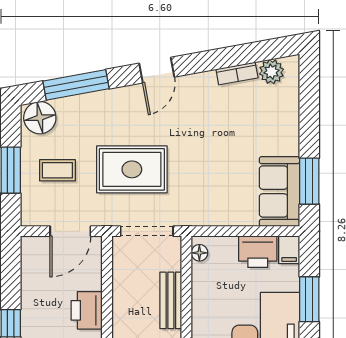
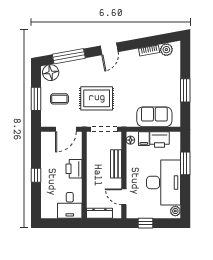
window: (309, 181) -> (185, 90), moved
sofa: (279, 191) -> (154, 117), moved, turned 90
filing cabinet: (289, 250) -> (144, 139), moved

